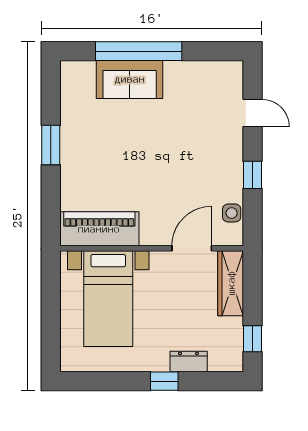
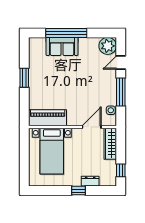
plant: (225, 78) -> (108, 46), added
door: (252, 113) -> (121, 62), swing flipped
window: (252, 175) -> (121, 92), width x2.17

